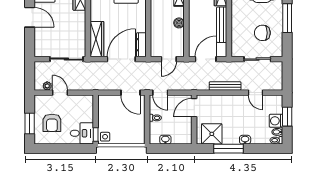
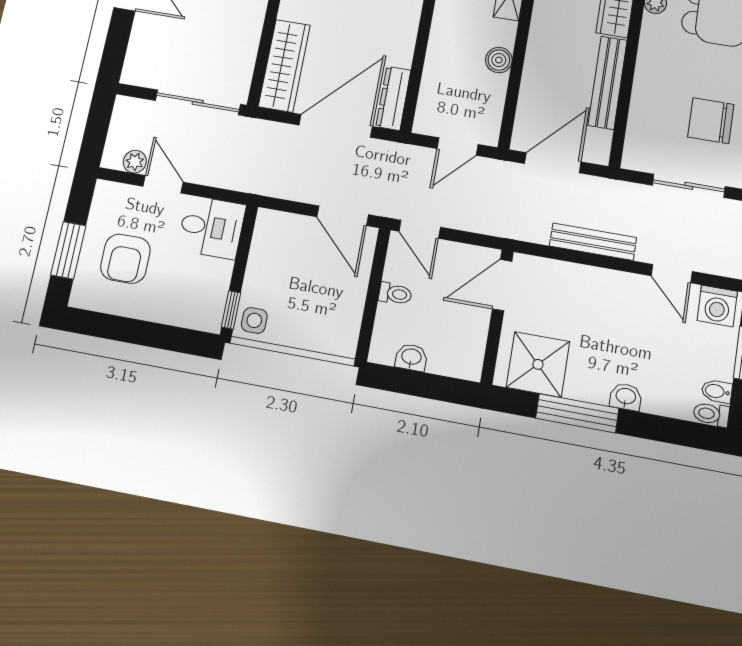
washing machine: (276, 121) -> (717, 306), moved, turned -90
desk: (82, 133) -> (212, 227), moved

